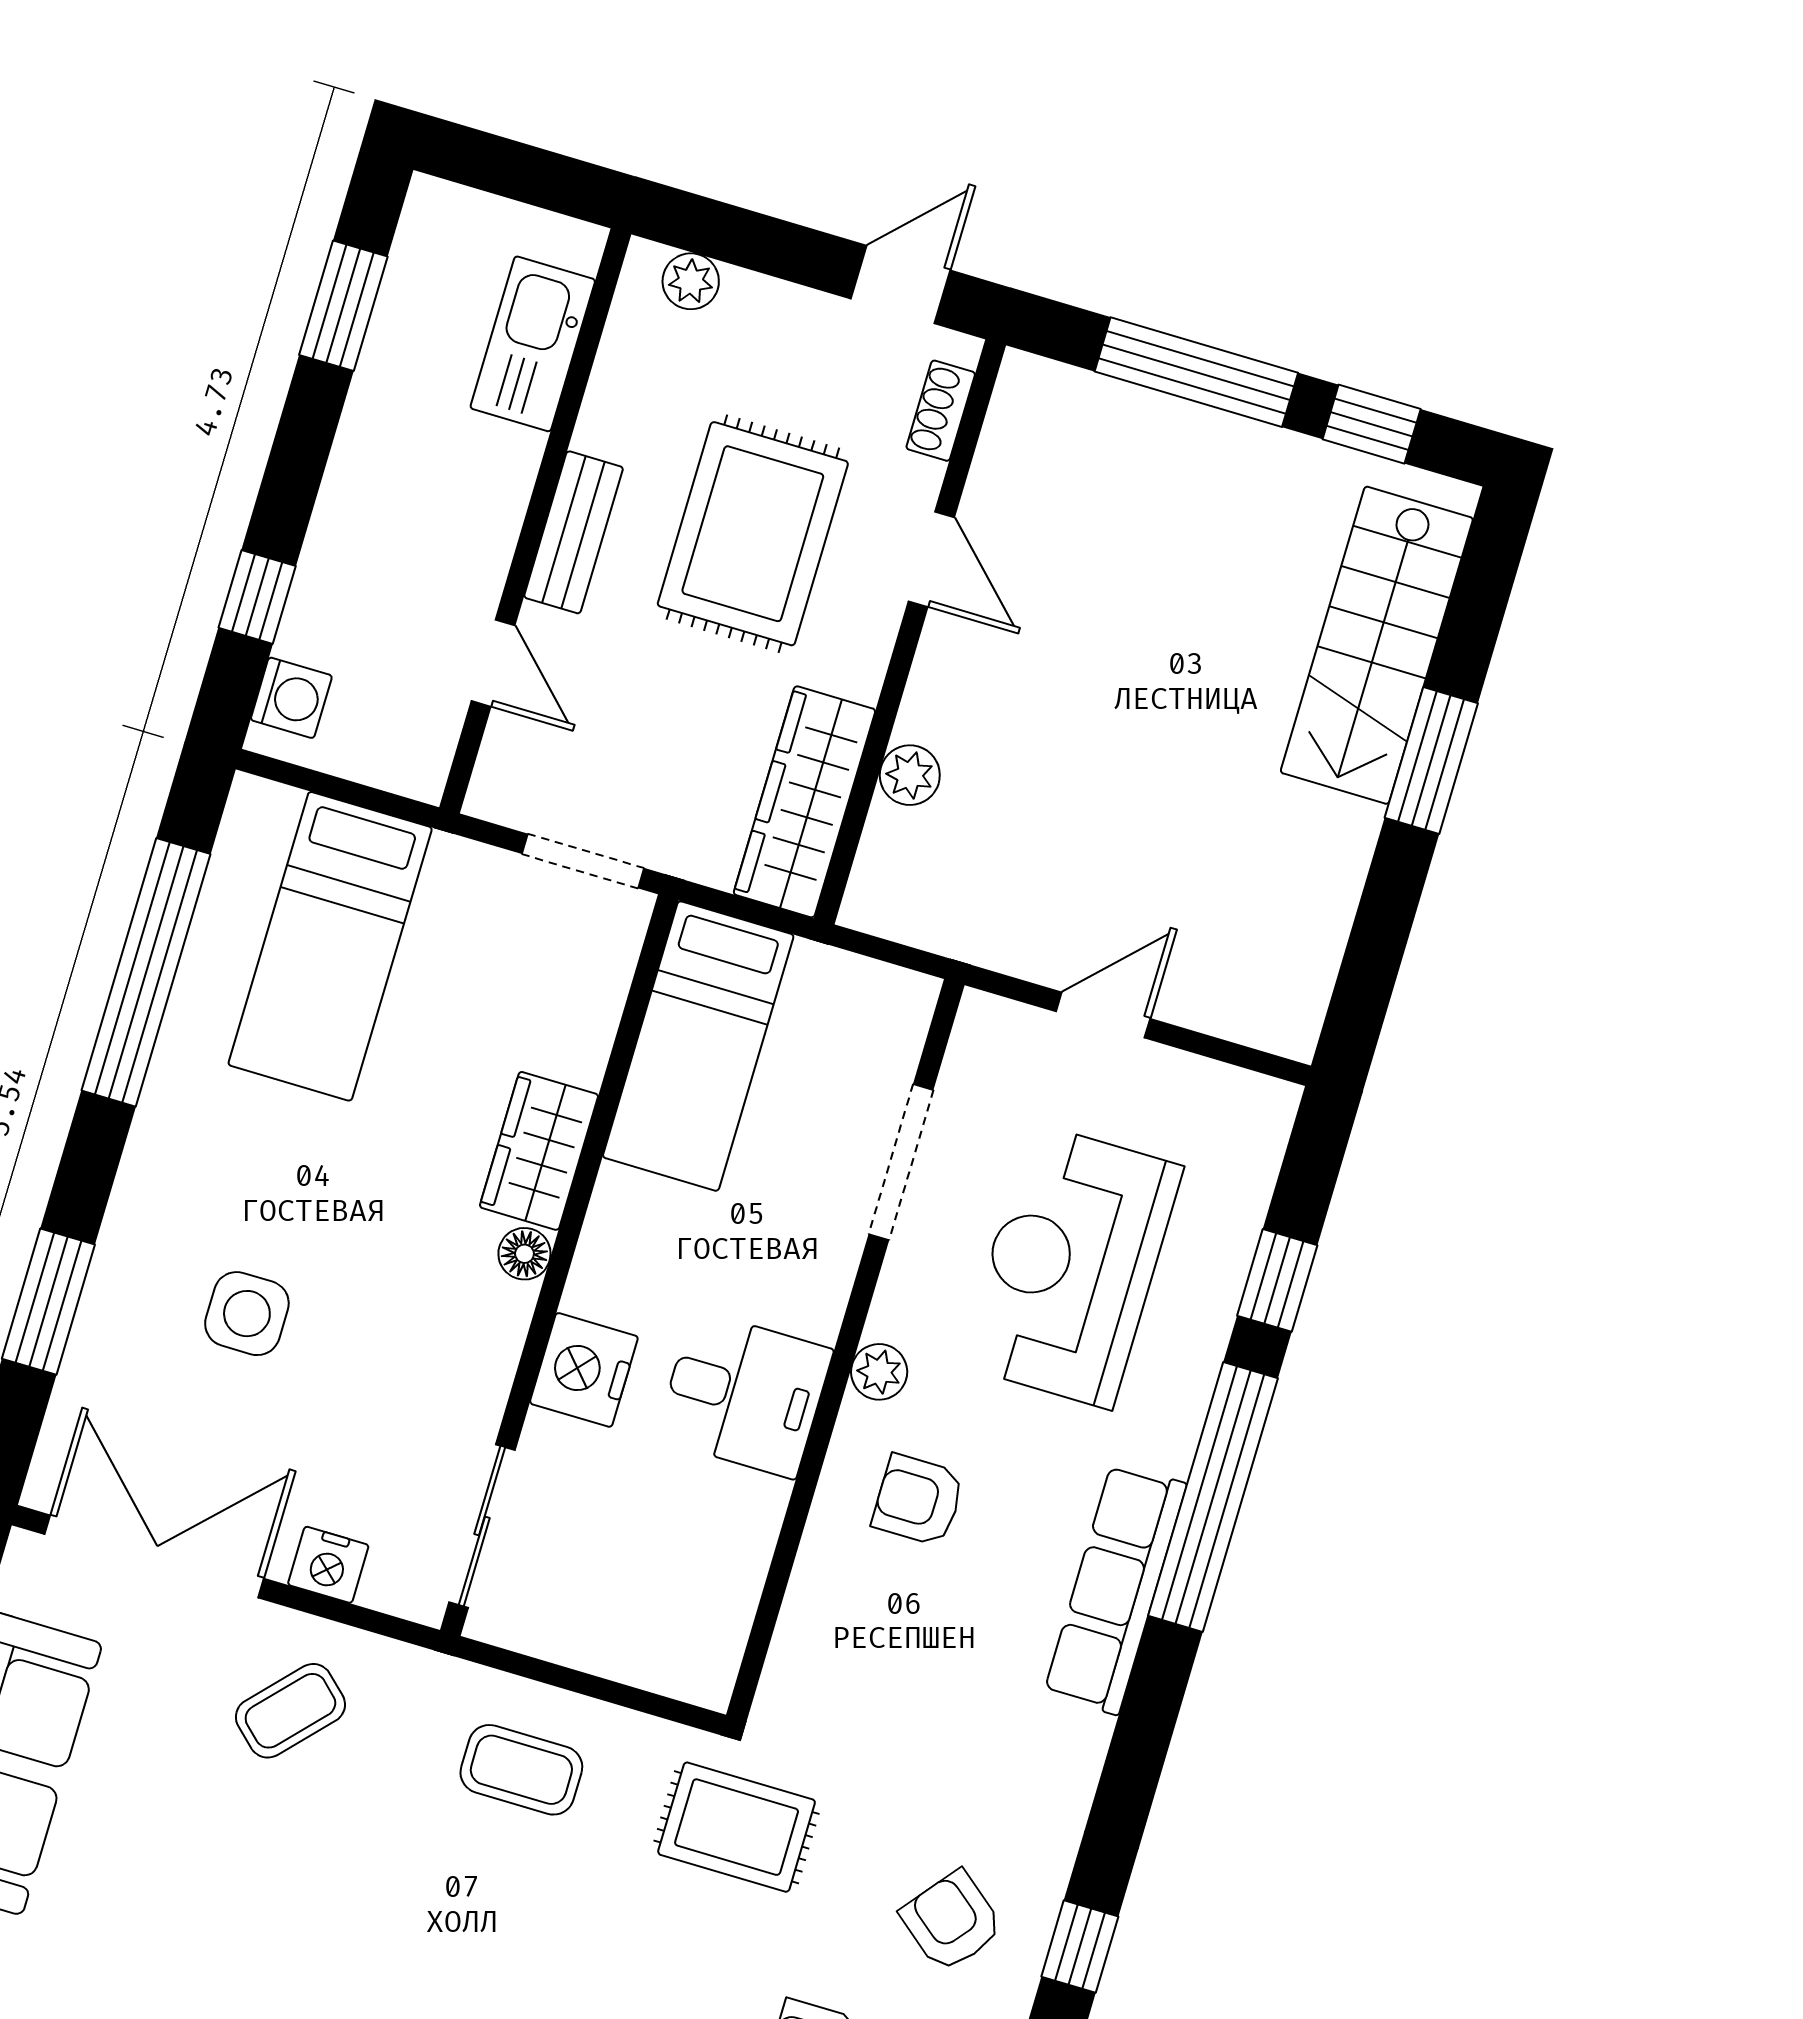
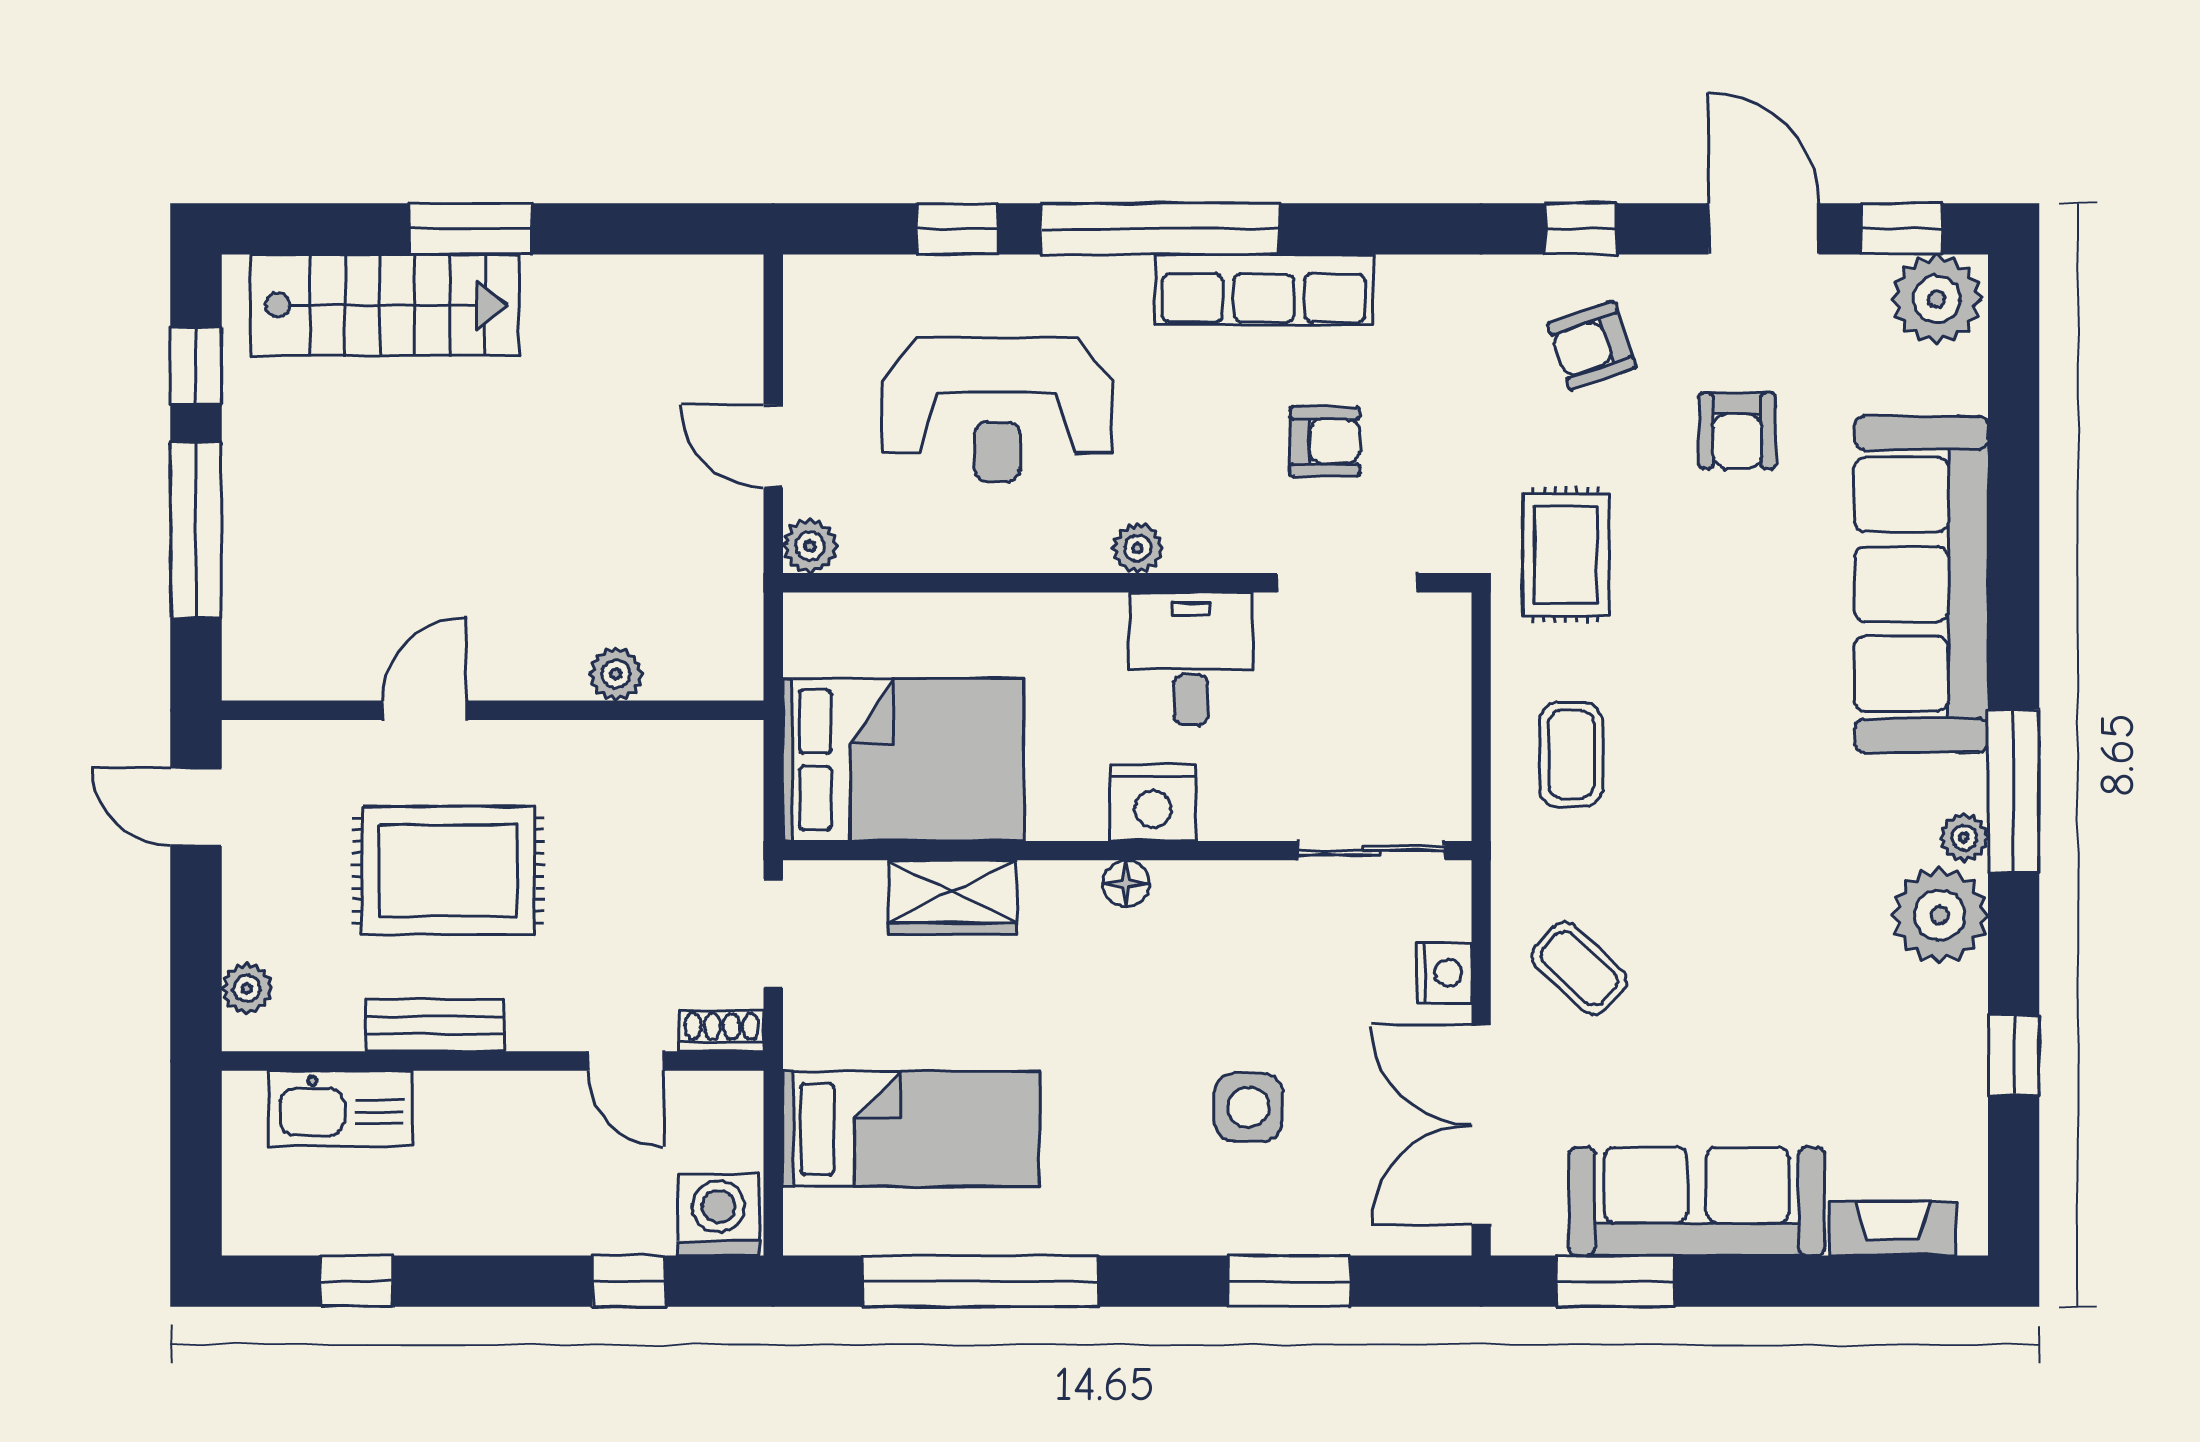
window: (343, 306) -> (356, 1281), width x0.67
shoe rack: (941, 411) -> (722, 1031), moved, turned 180
bench: (574, 532) -> (435, 1025), moved
door: (493, 663) -> (626, 1061), swing flipped
washing machine: (291, 698) -> (718, 1215), width x1.38, depth x1.38
wardrobe: (804, 802) -> (666, 758), removed
plant: (985, 1023) -> (810, 546), added
bed: (698, 1046) -> (903, 760), width x1.50
wardrobe: (539, 1151) -> (952, 897), moved
doorway: (901, 1162) -> (1347, 583), moved
nightstand: (584, 1370) -> (1153, 803), moved
armchair: (918, 1500) -> (1325, 441), moved, turned -90
armchair: (952, 1921) -> (1592, 346), turned 32

